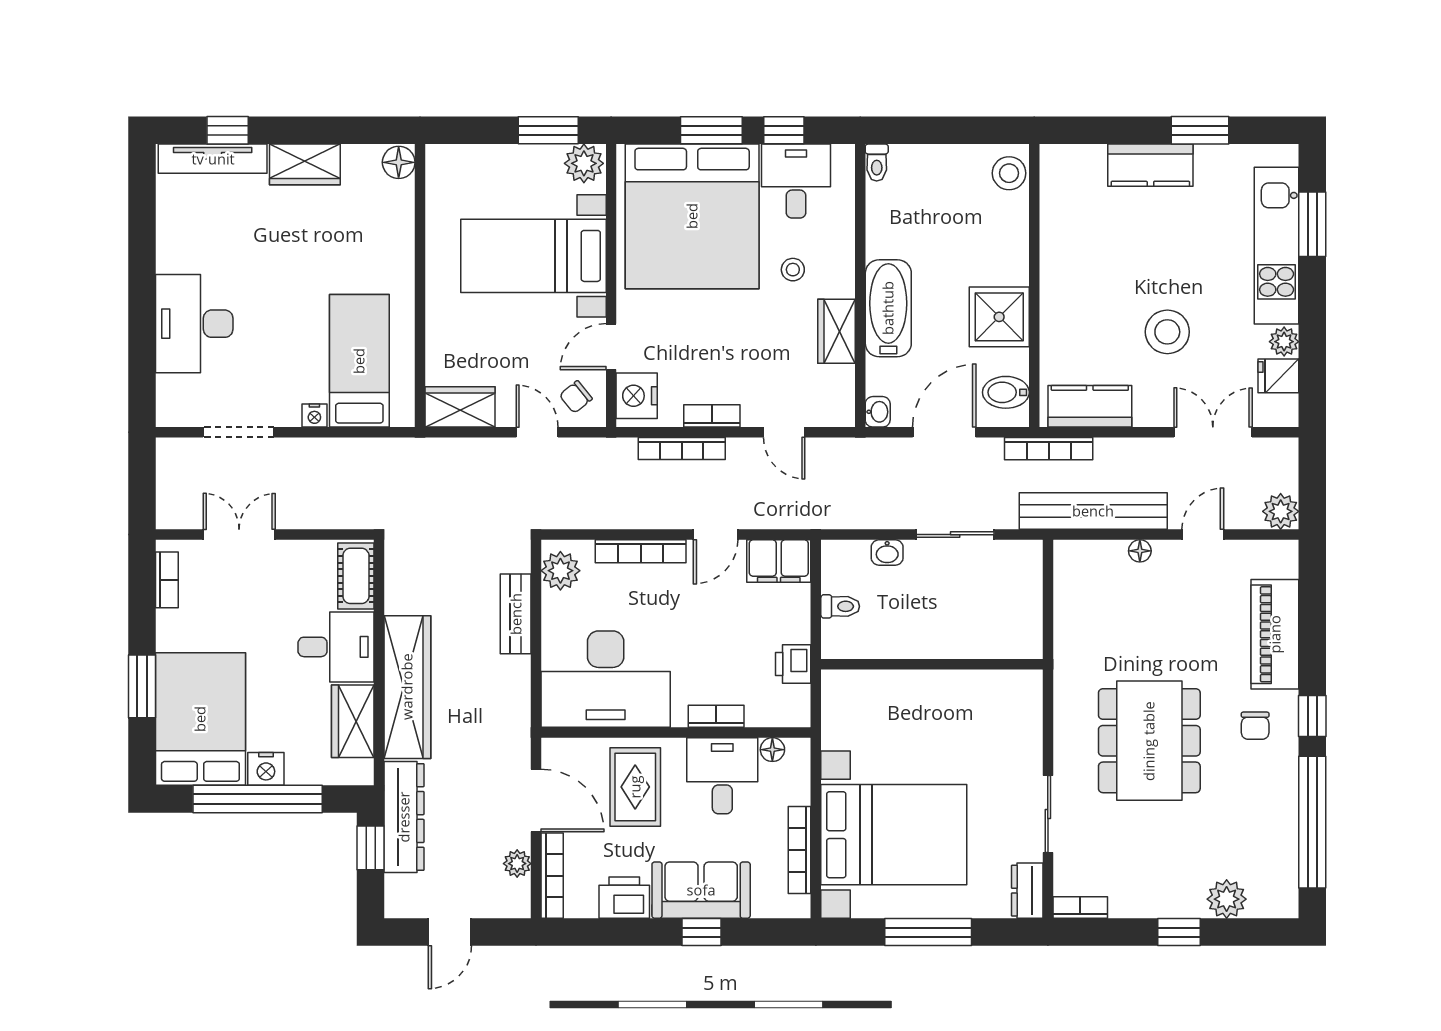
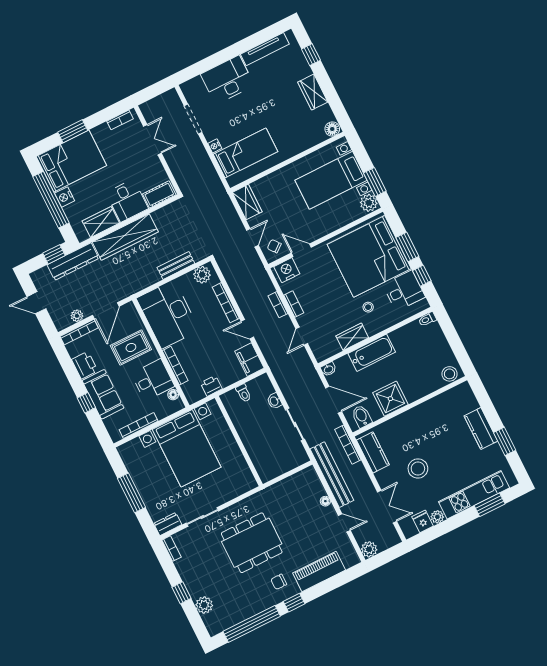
tv unit: (213, 159) -> (265, 49), moved, turned -90
bed with nightstands: (533, 256) -> (331, 180), moved, turned -90
bookcase: (682, 448) -> (278, 305), width x0.64
bookcase: (716, 716) -> (175, 366), width x1.56
bed with nightstands: (894, 835) -> (187, 448), moved

